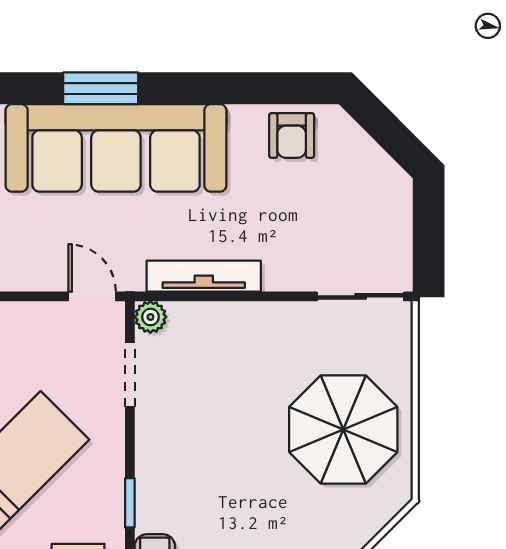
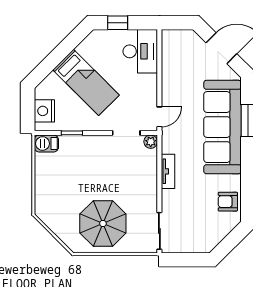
tv unit: (204, 276) -> (168, 171), width x0.71

